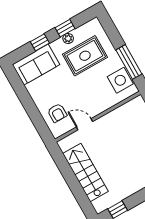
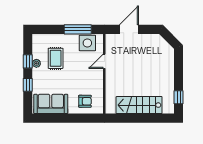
rug: (85, 56) -> (56, 58), width x0.73, depth x0.70
sofa: (36, 65) -> (51, 104), moved, turned -90
door: (85, 124) -> (104, 61), moved

